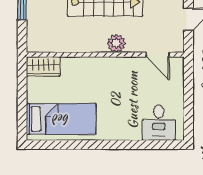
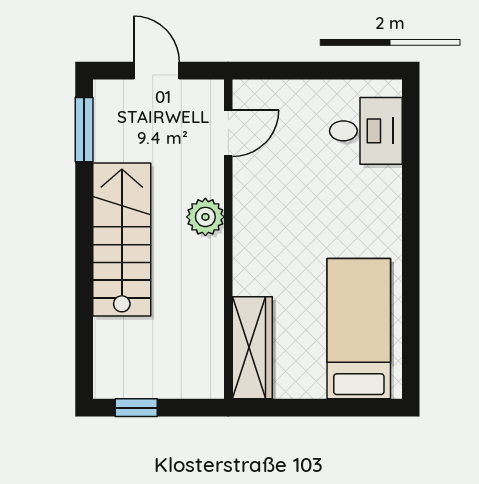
wardrobe: (43, 66) -> (252, 348), width x1.50

